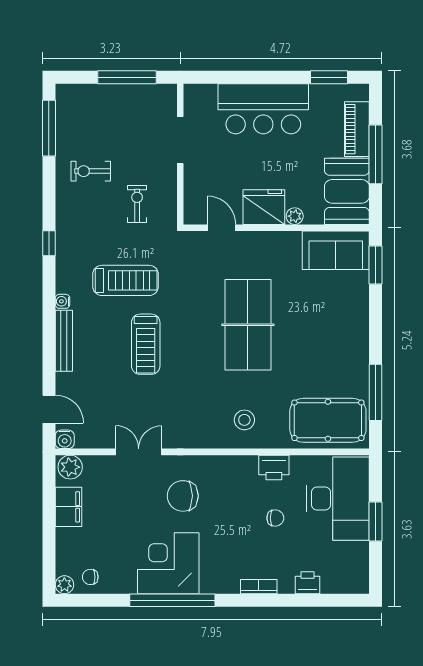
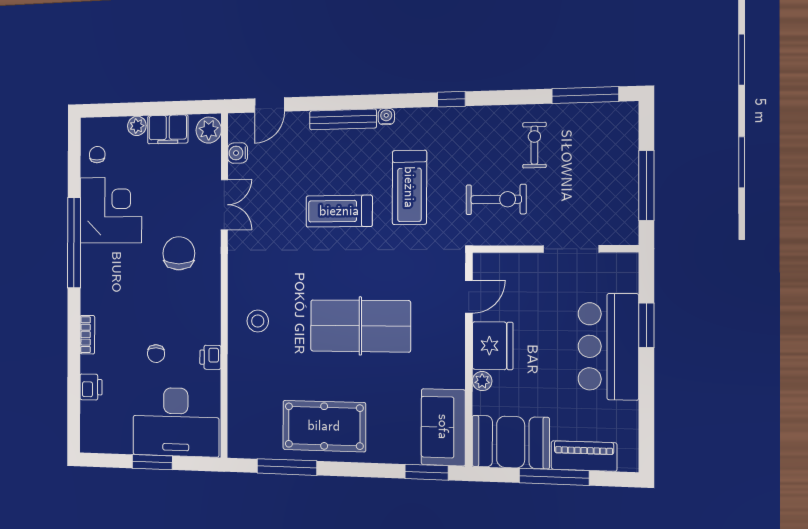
window: (329, 77) -> (646, 325), moved
exercise bike: (137, 204) -> (496, 199), width x1.38, depth x1.39
pool table: (328, 420) -> (324, 426), moved, turned 90
water cooler: (65, 439) -> (238, 153), moved
printer: (274, 467) -> (210, 357), width x0.73, depth x0.81
corner desk: (168, 563) -> (111, 210), moved
plant: (64, 585) -> (137, 126), moved

